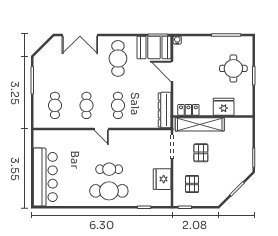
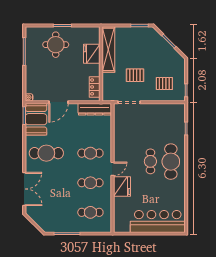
shelving: (200, 124) -> (108, 49), moved
fridge: (162, 179) -> (122, 186), moved, turned -90

